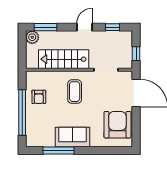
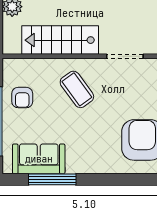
coffee table: (75, 92) -> (77, 89), turned -36
sofa: (73, 137) -> (39, 159), moved

